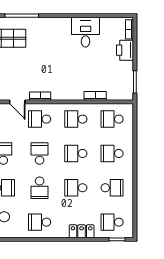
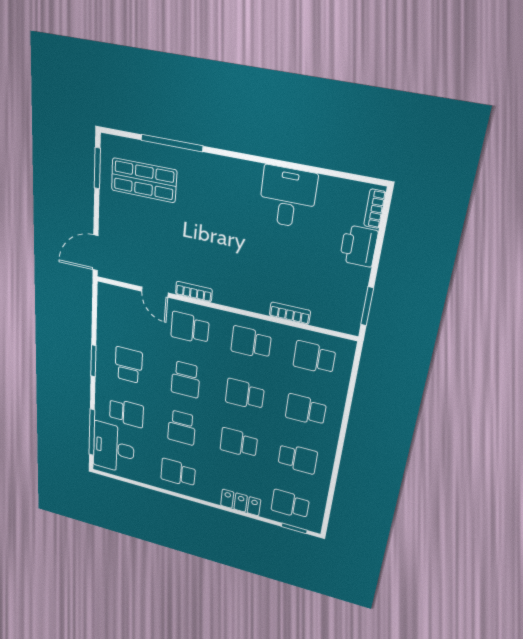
school desk: (40, 153) -> (186, 379), turned 180

